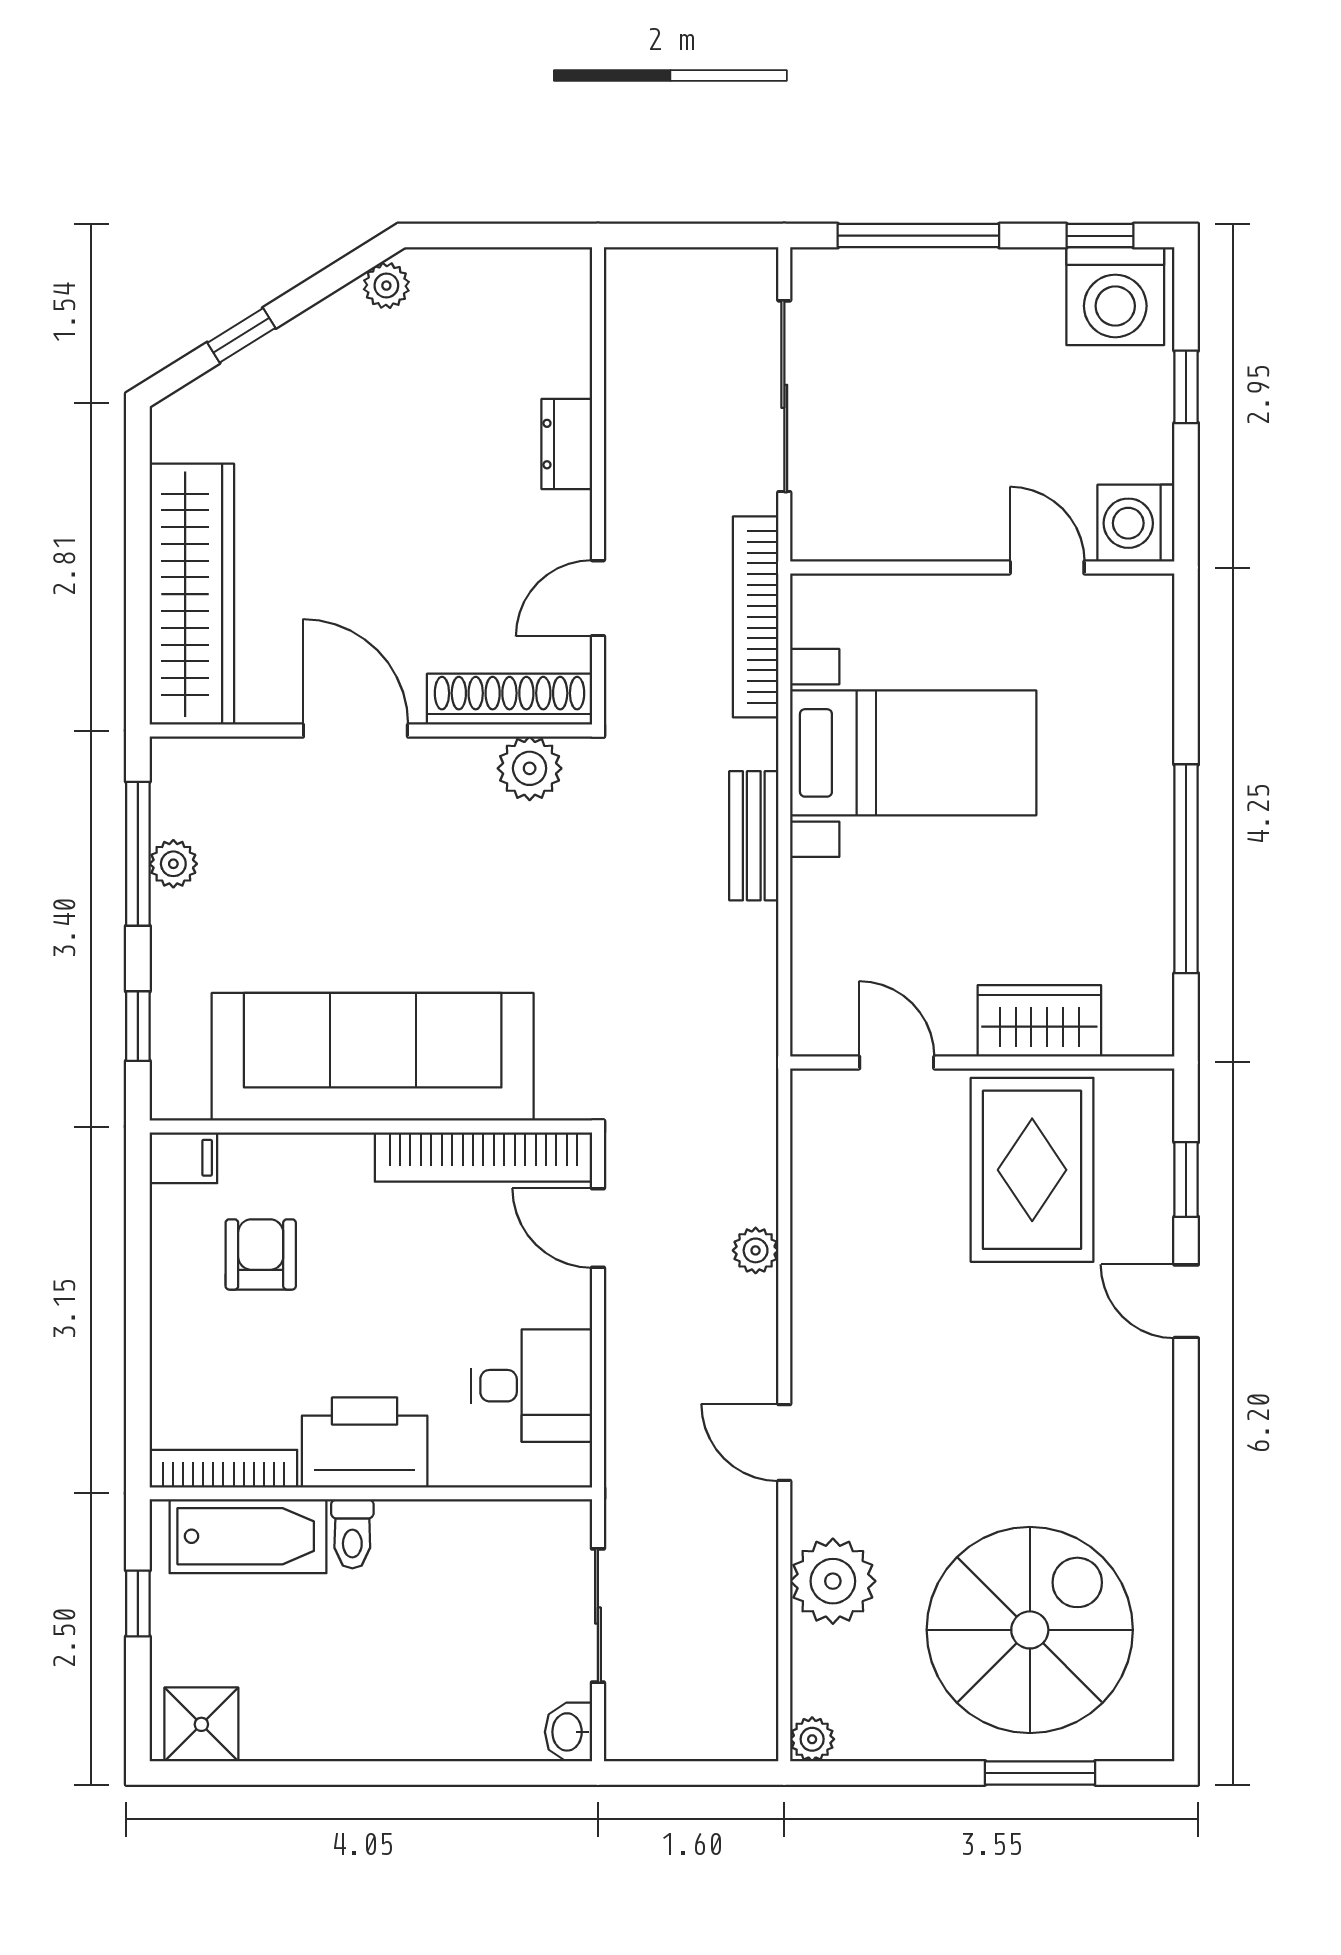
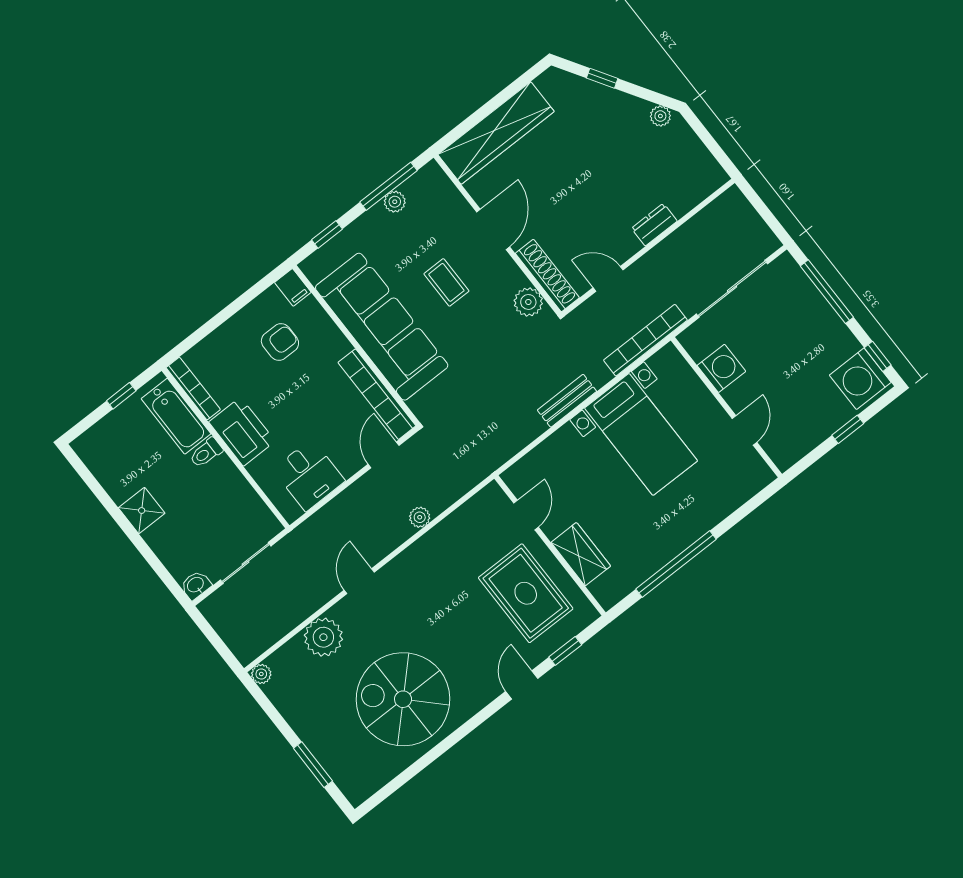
washing machine: (1136, 523) -> (721, 368), moved, turned 90
coffee table: (384, 884) -> (446, 282), added
rug: (1032, 1170) -> (526, 593), turned 90
spiral stairs: (1030, 1630) -> (403, 699), moved, turned 180
shower: (201, 1724) -> (142, 511), moved

